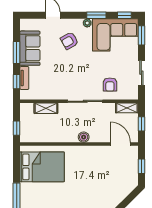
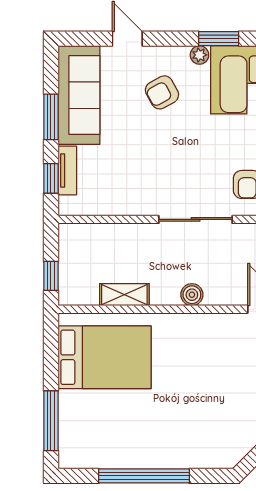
sofa: (30, 48) -> (79, 95), width x1.36
shelving: (46, 108) -> (124, 295), moved

